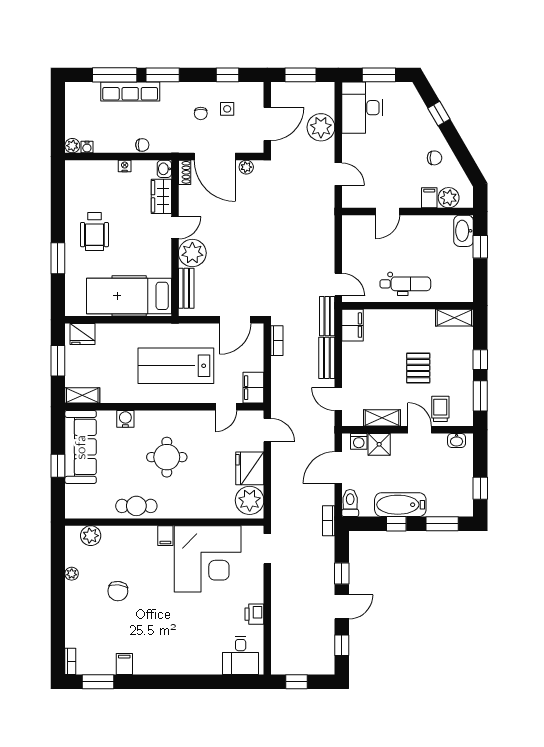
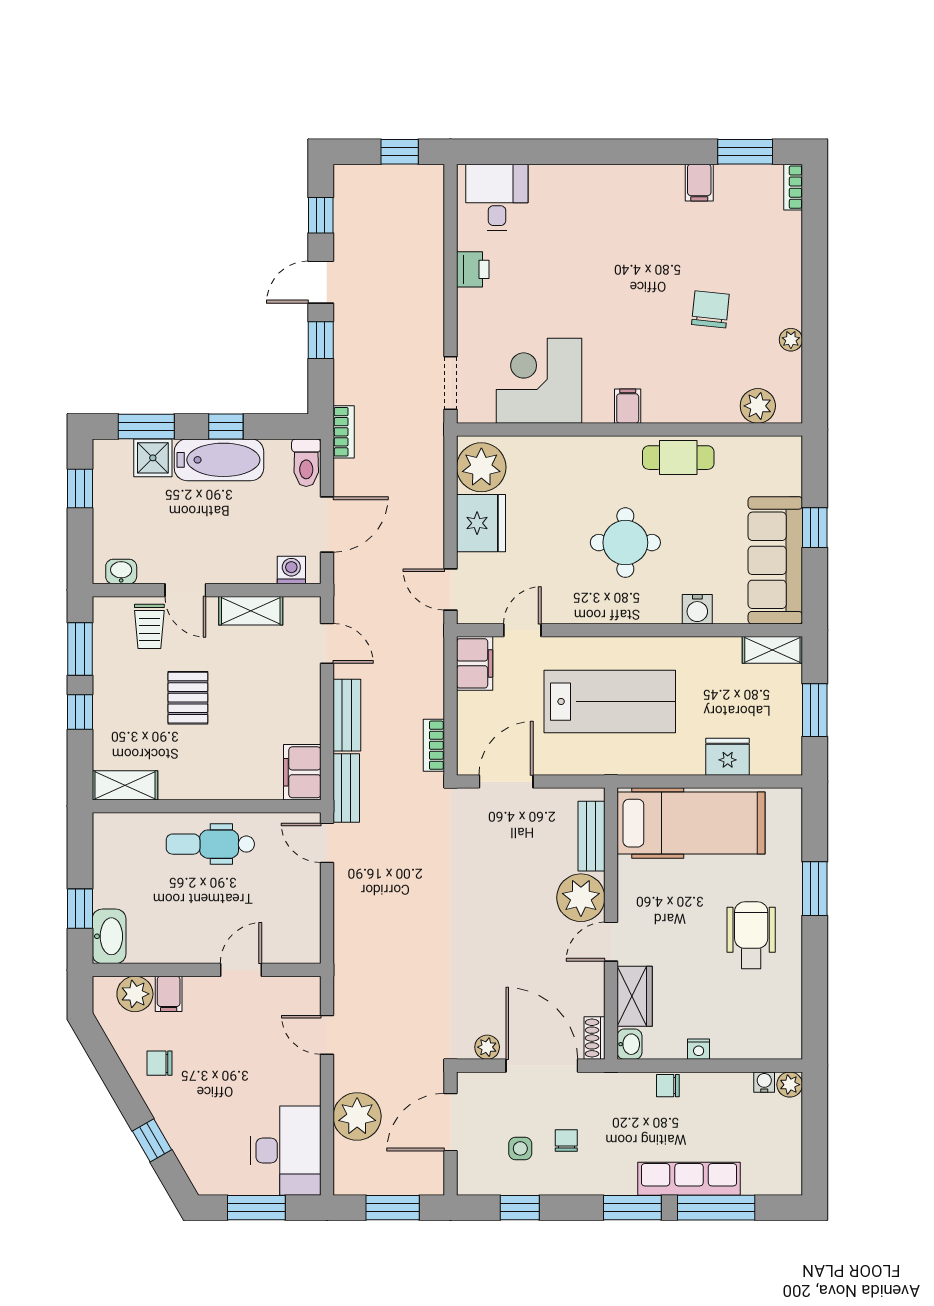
fridge: (82, 334) -> (728, 757), moved
shower: (379, 444) -> (153, 458), moved
corner desk: (208, 559) -> (539, 381), width x0.74, depth x0.74

